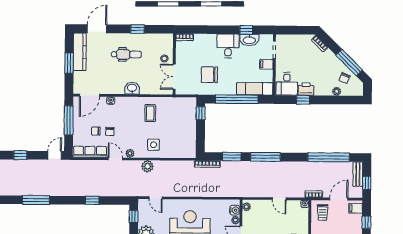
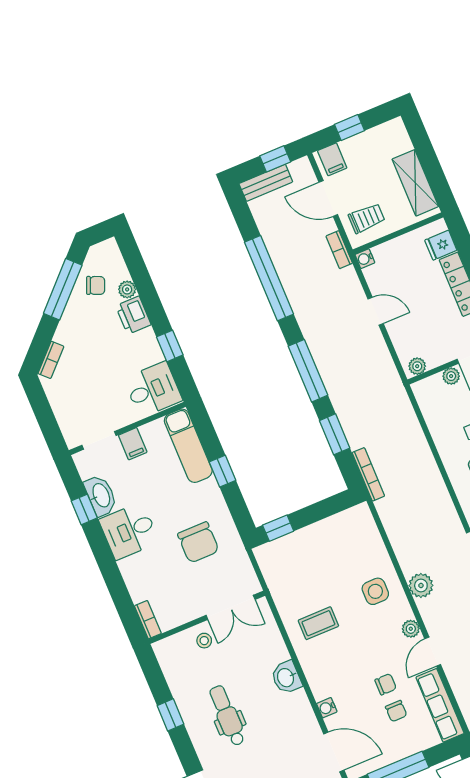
printer: (306, 89) -> (133, 315), moved
window: (237, 99) -> (222, 471), width x0.32
window: (329, 157) -> (269, 278), moved
door: (279, 199) -> (376, 311), hinge flipped
water cooler: (235, 210) -> (433, 386), removed

